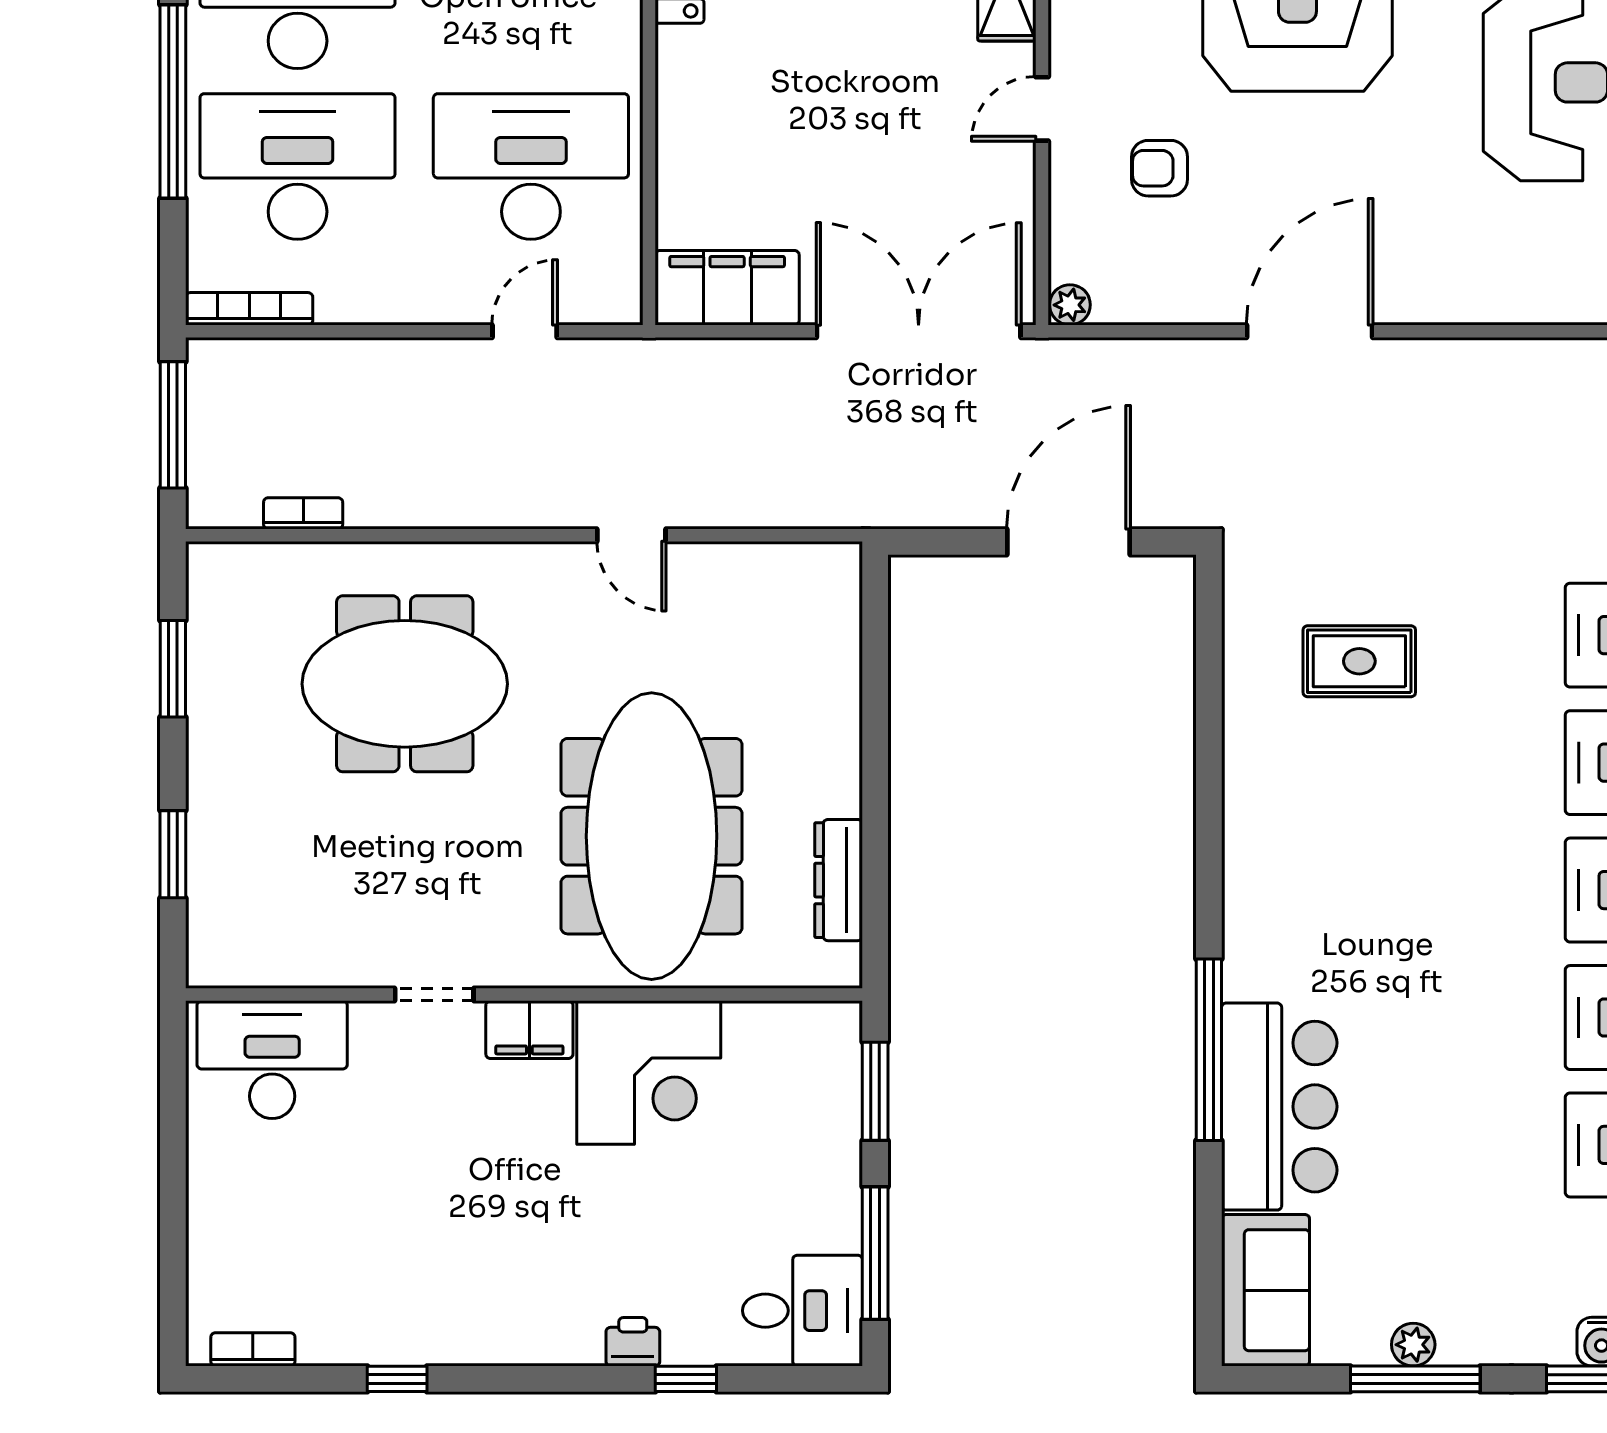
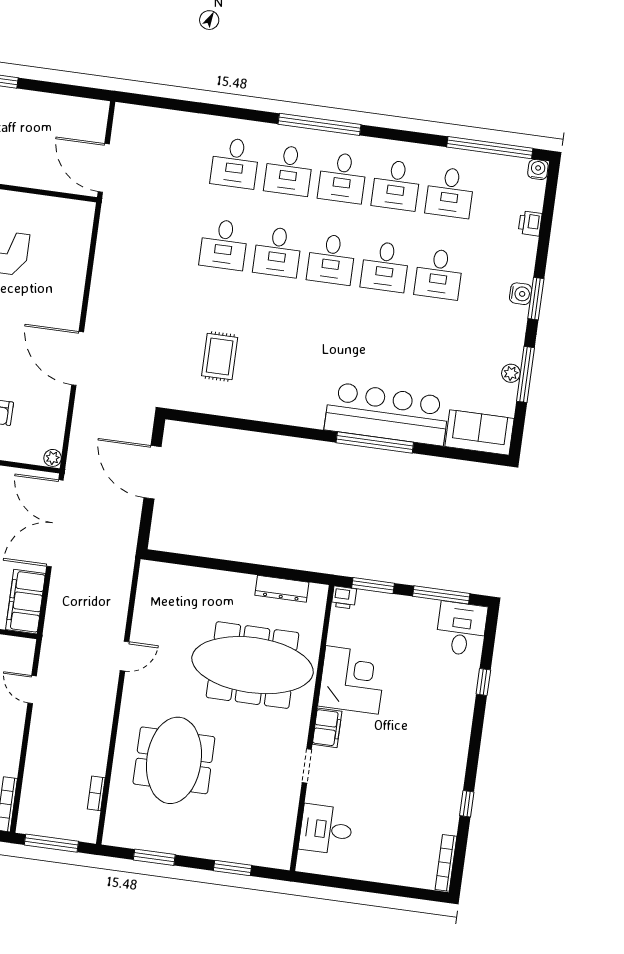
desk: (272, 1060) -> (326, 829), width x0.73
bar counter: (1279, 1107) -> (387, 414), width x1.36
printer: (633, 1342) -> (344, 598), moved, turned -90
bookcase: (253, 1349) -> (446, 863), width x1.56

